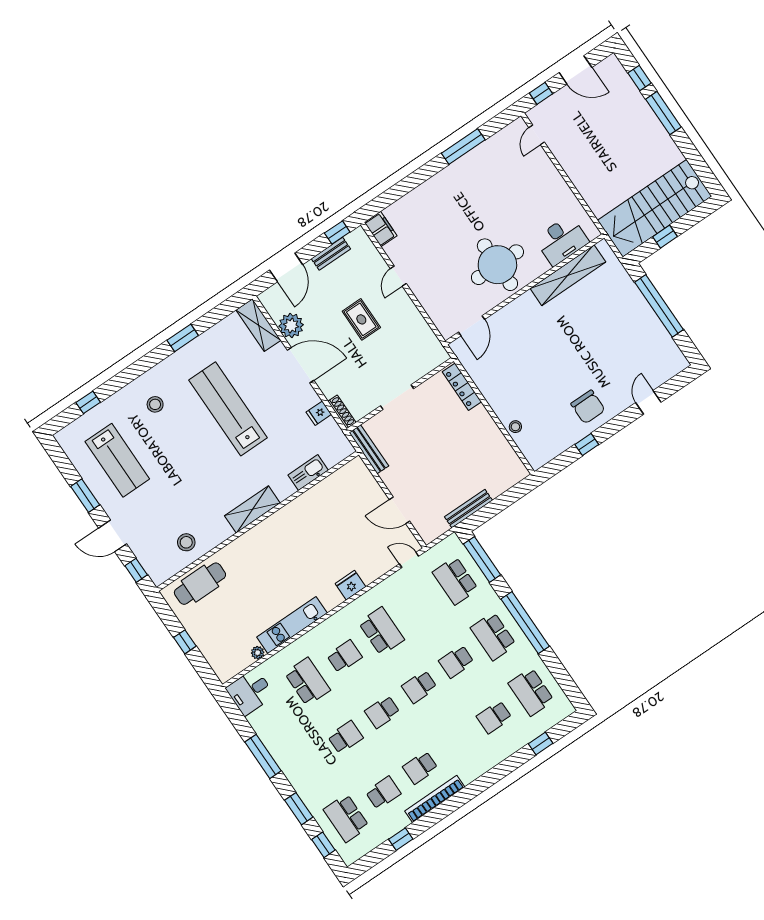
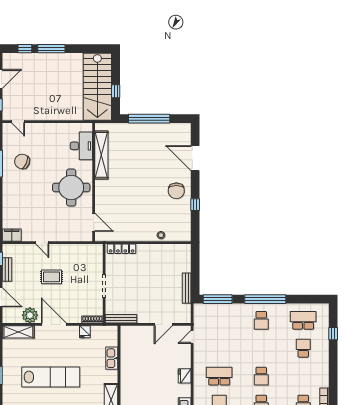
chair: (488, 176) -> (22, 161), added
door: (301, 365) -> (54, 324), hinge flipped
door: (648, 402) -> (195, 158), width x1.88
chair: (588, 407) -> (176, 191), turned 90
lab bench: (228, 409) -> (51, 377), turned 180
school desk: (455, 581) -> (219, 320), removed
school desk: (493, 636) -> (261, 320), width x0.54
school desk: (456, 662) -> (261, 348), removed
school desk: (531, 692) -> (303, 320), turned 180
school desk: (494, 717) -> (303, 348), turned 180

